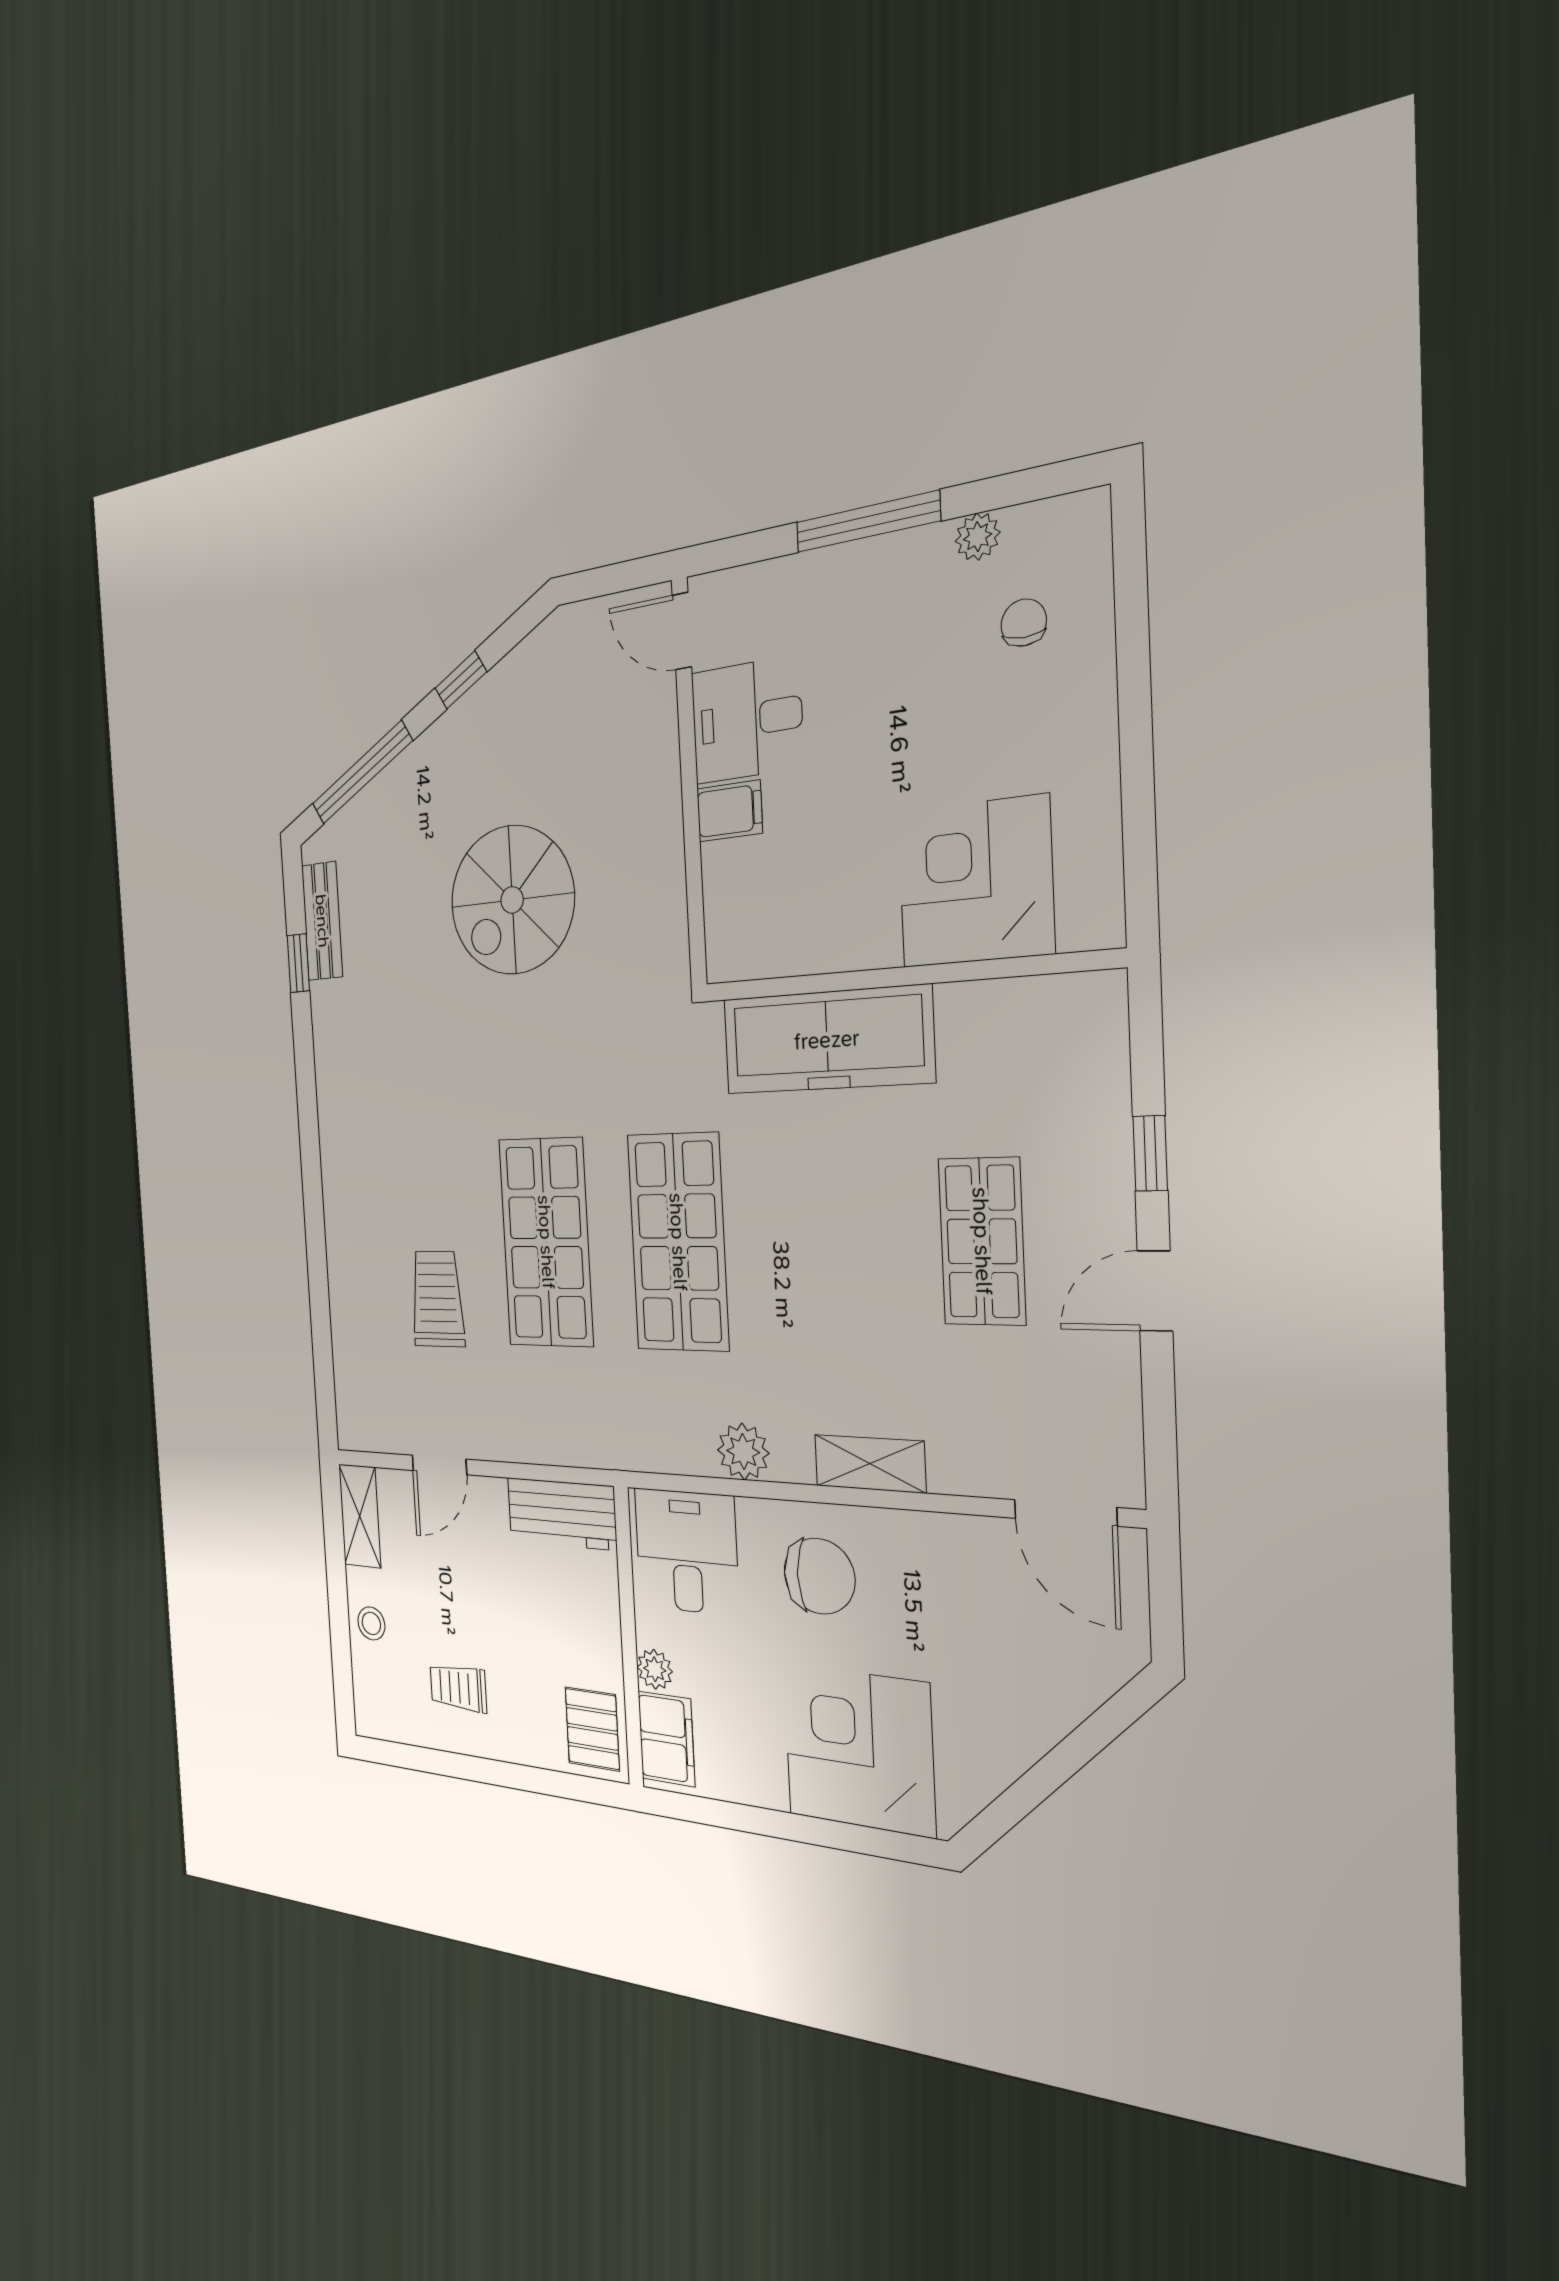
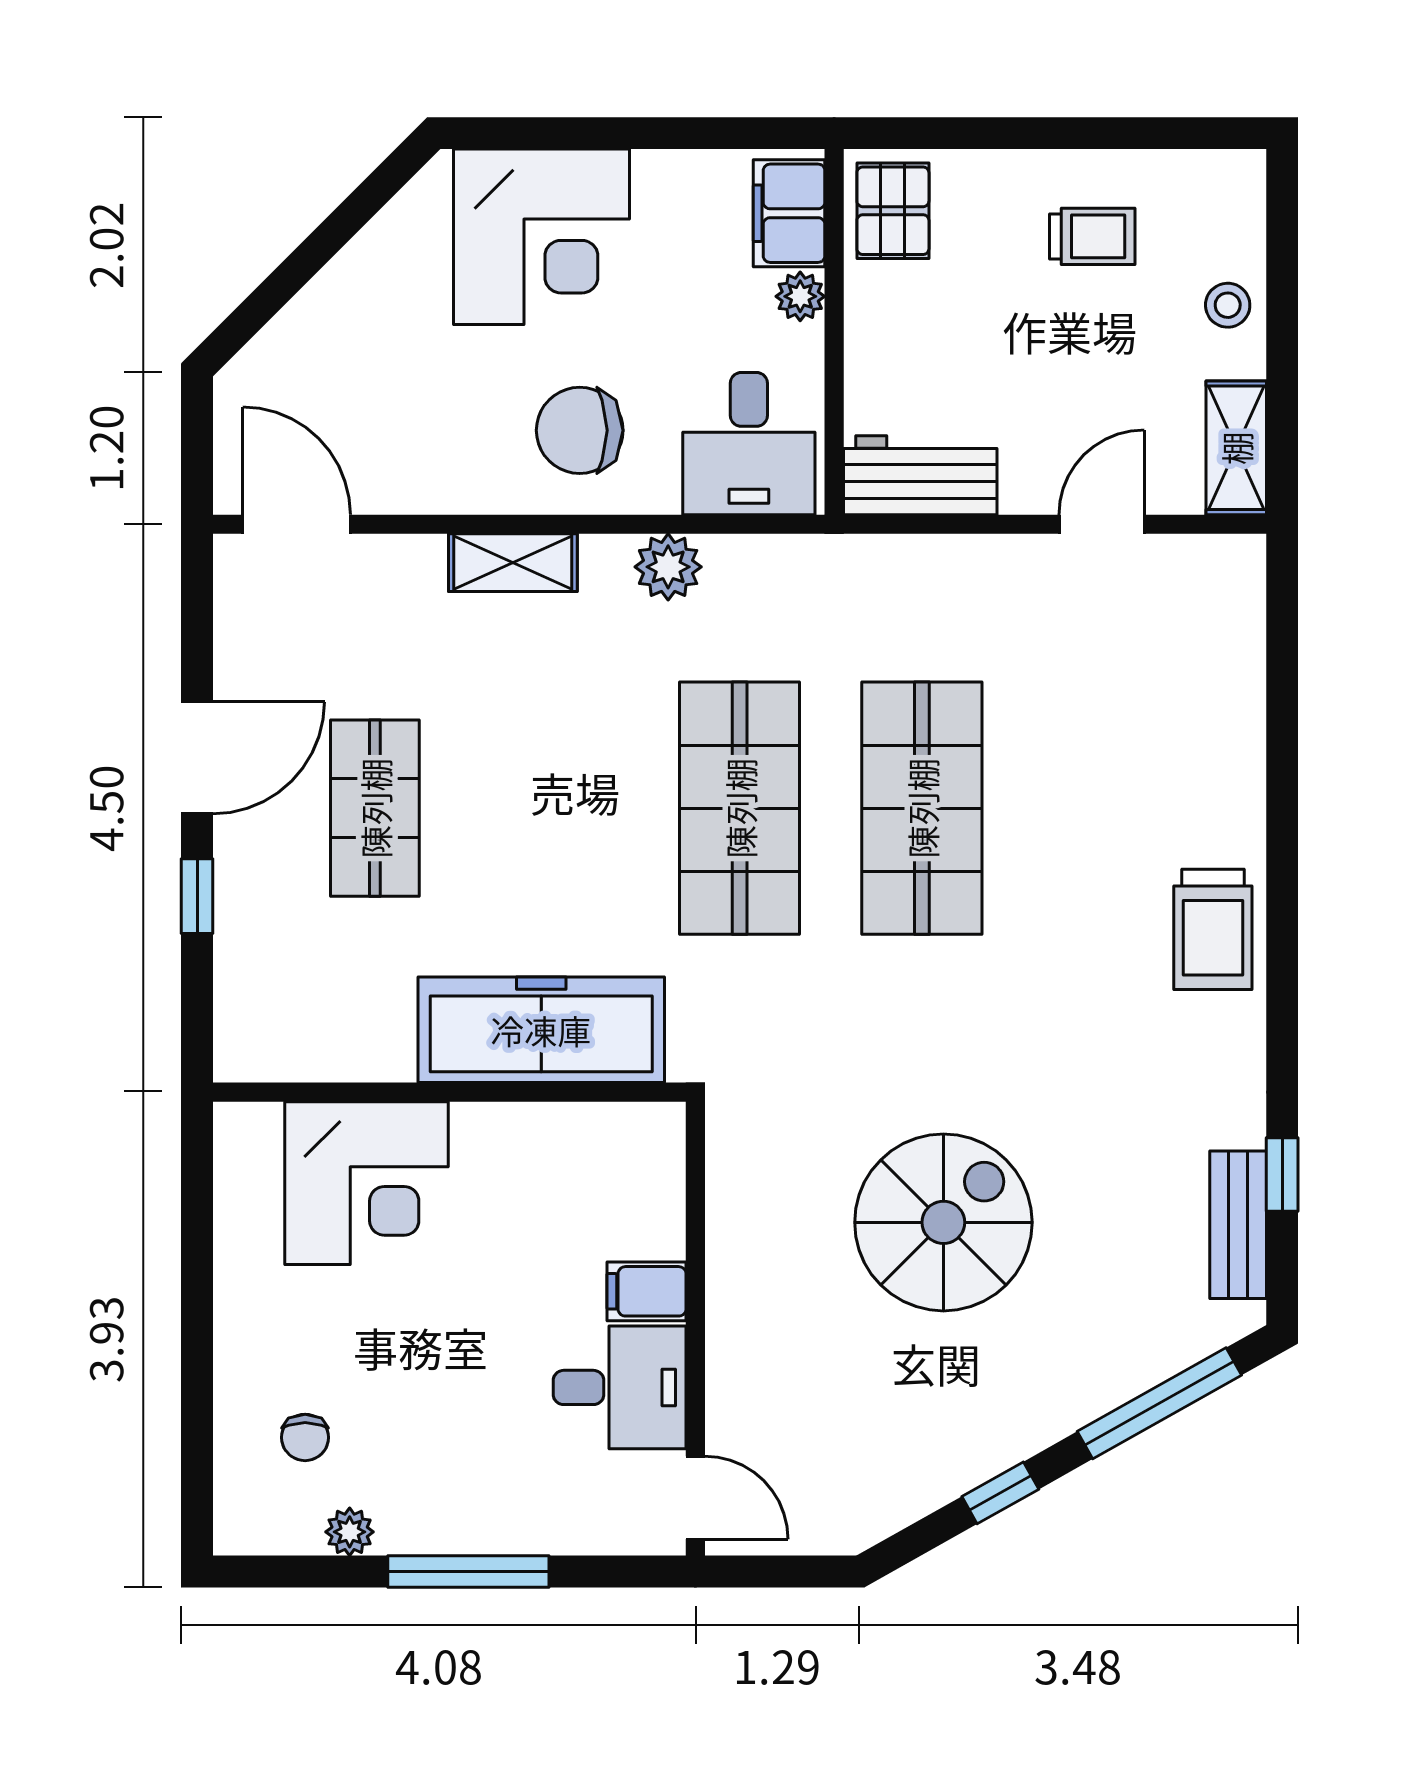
door: (1155, 1291) -> (197, 758), width x1.38
trolley: (437, 1299) -> (1213, 929), moved

